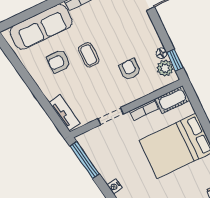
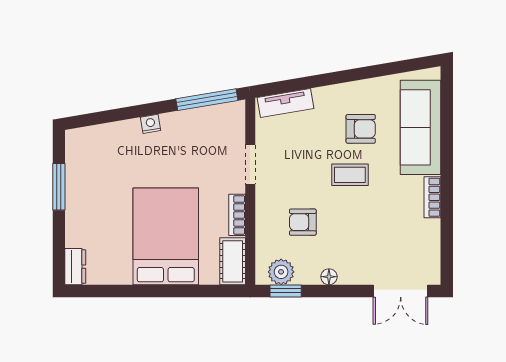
floor lamp: (161, 53) -> (329, 277), moved
armchair: (59, 61) -> (361, 129), turned 90
armchair: (130, 69) -> (303, 222), turned 180

